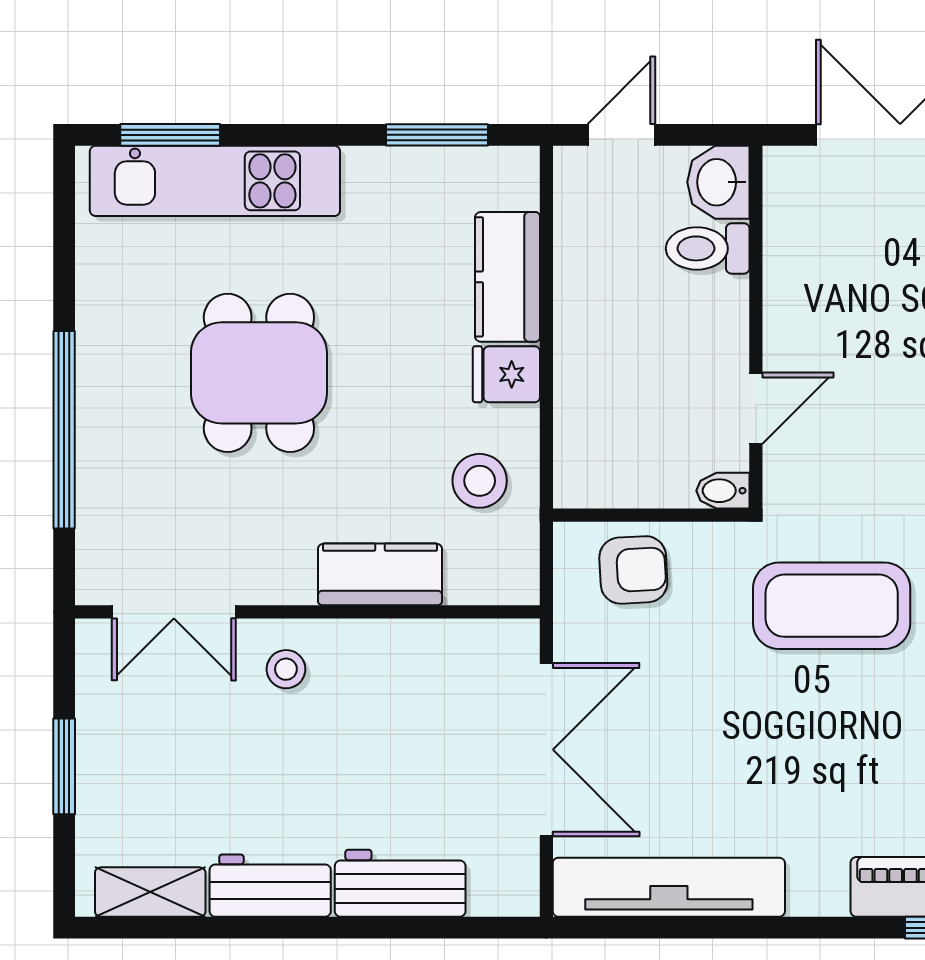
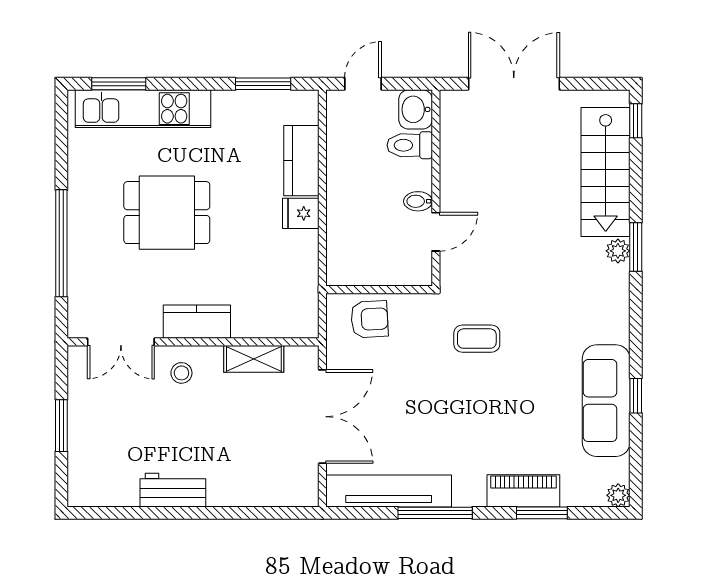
dining table: (259, 373) -> (167, 213), turned 90
stool: (480, 481) -> (286, 271), removed
bidet: (723, 491) -> (418, 201), moved
kitchen counter: (380, 574) -> (197, 322), moved
coffee table: (832, 606) -> (477, 339), width x0.54, depth x0.58
workbench: (400, 883) -> (243, 489), removed
shelving: (150, 892) -> (254, 359), moved
window: (755, 928) -> (435, 513), added

